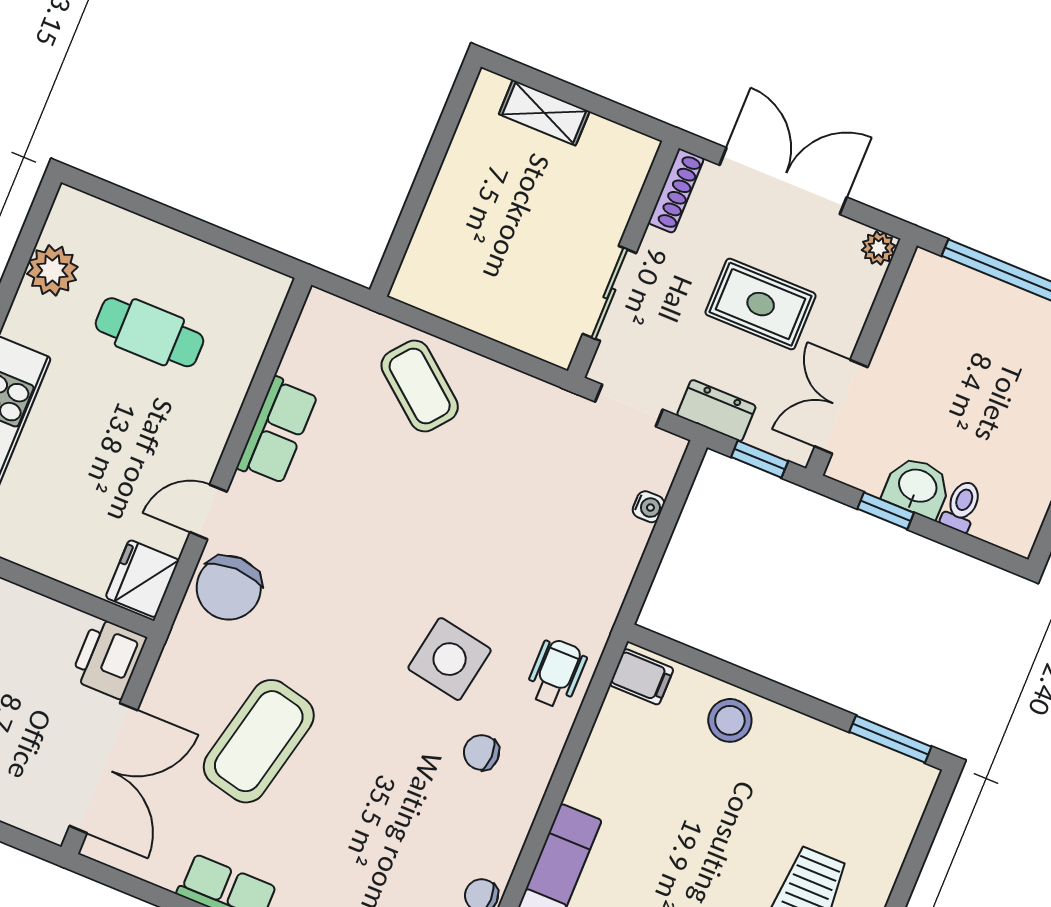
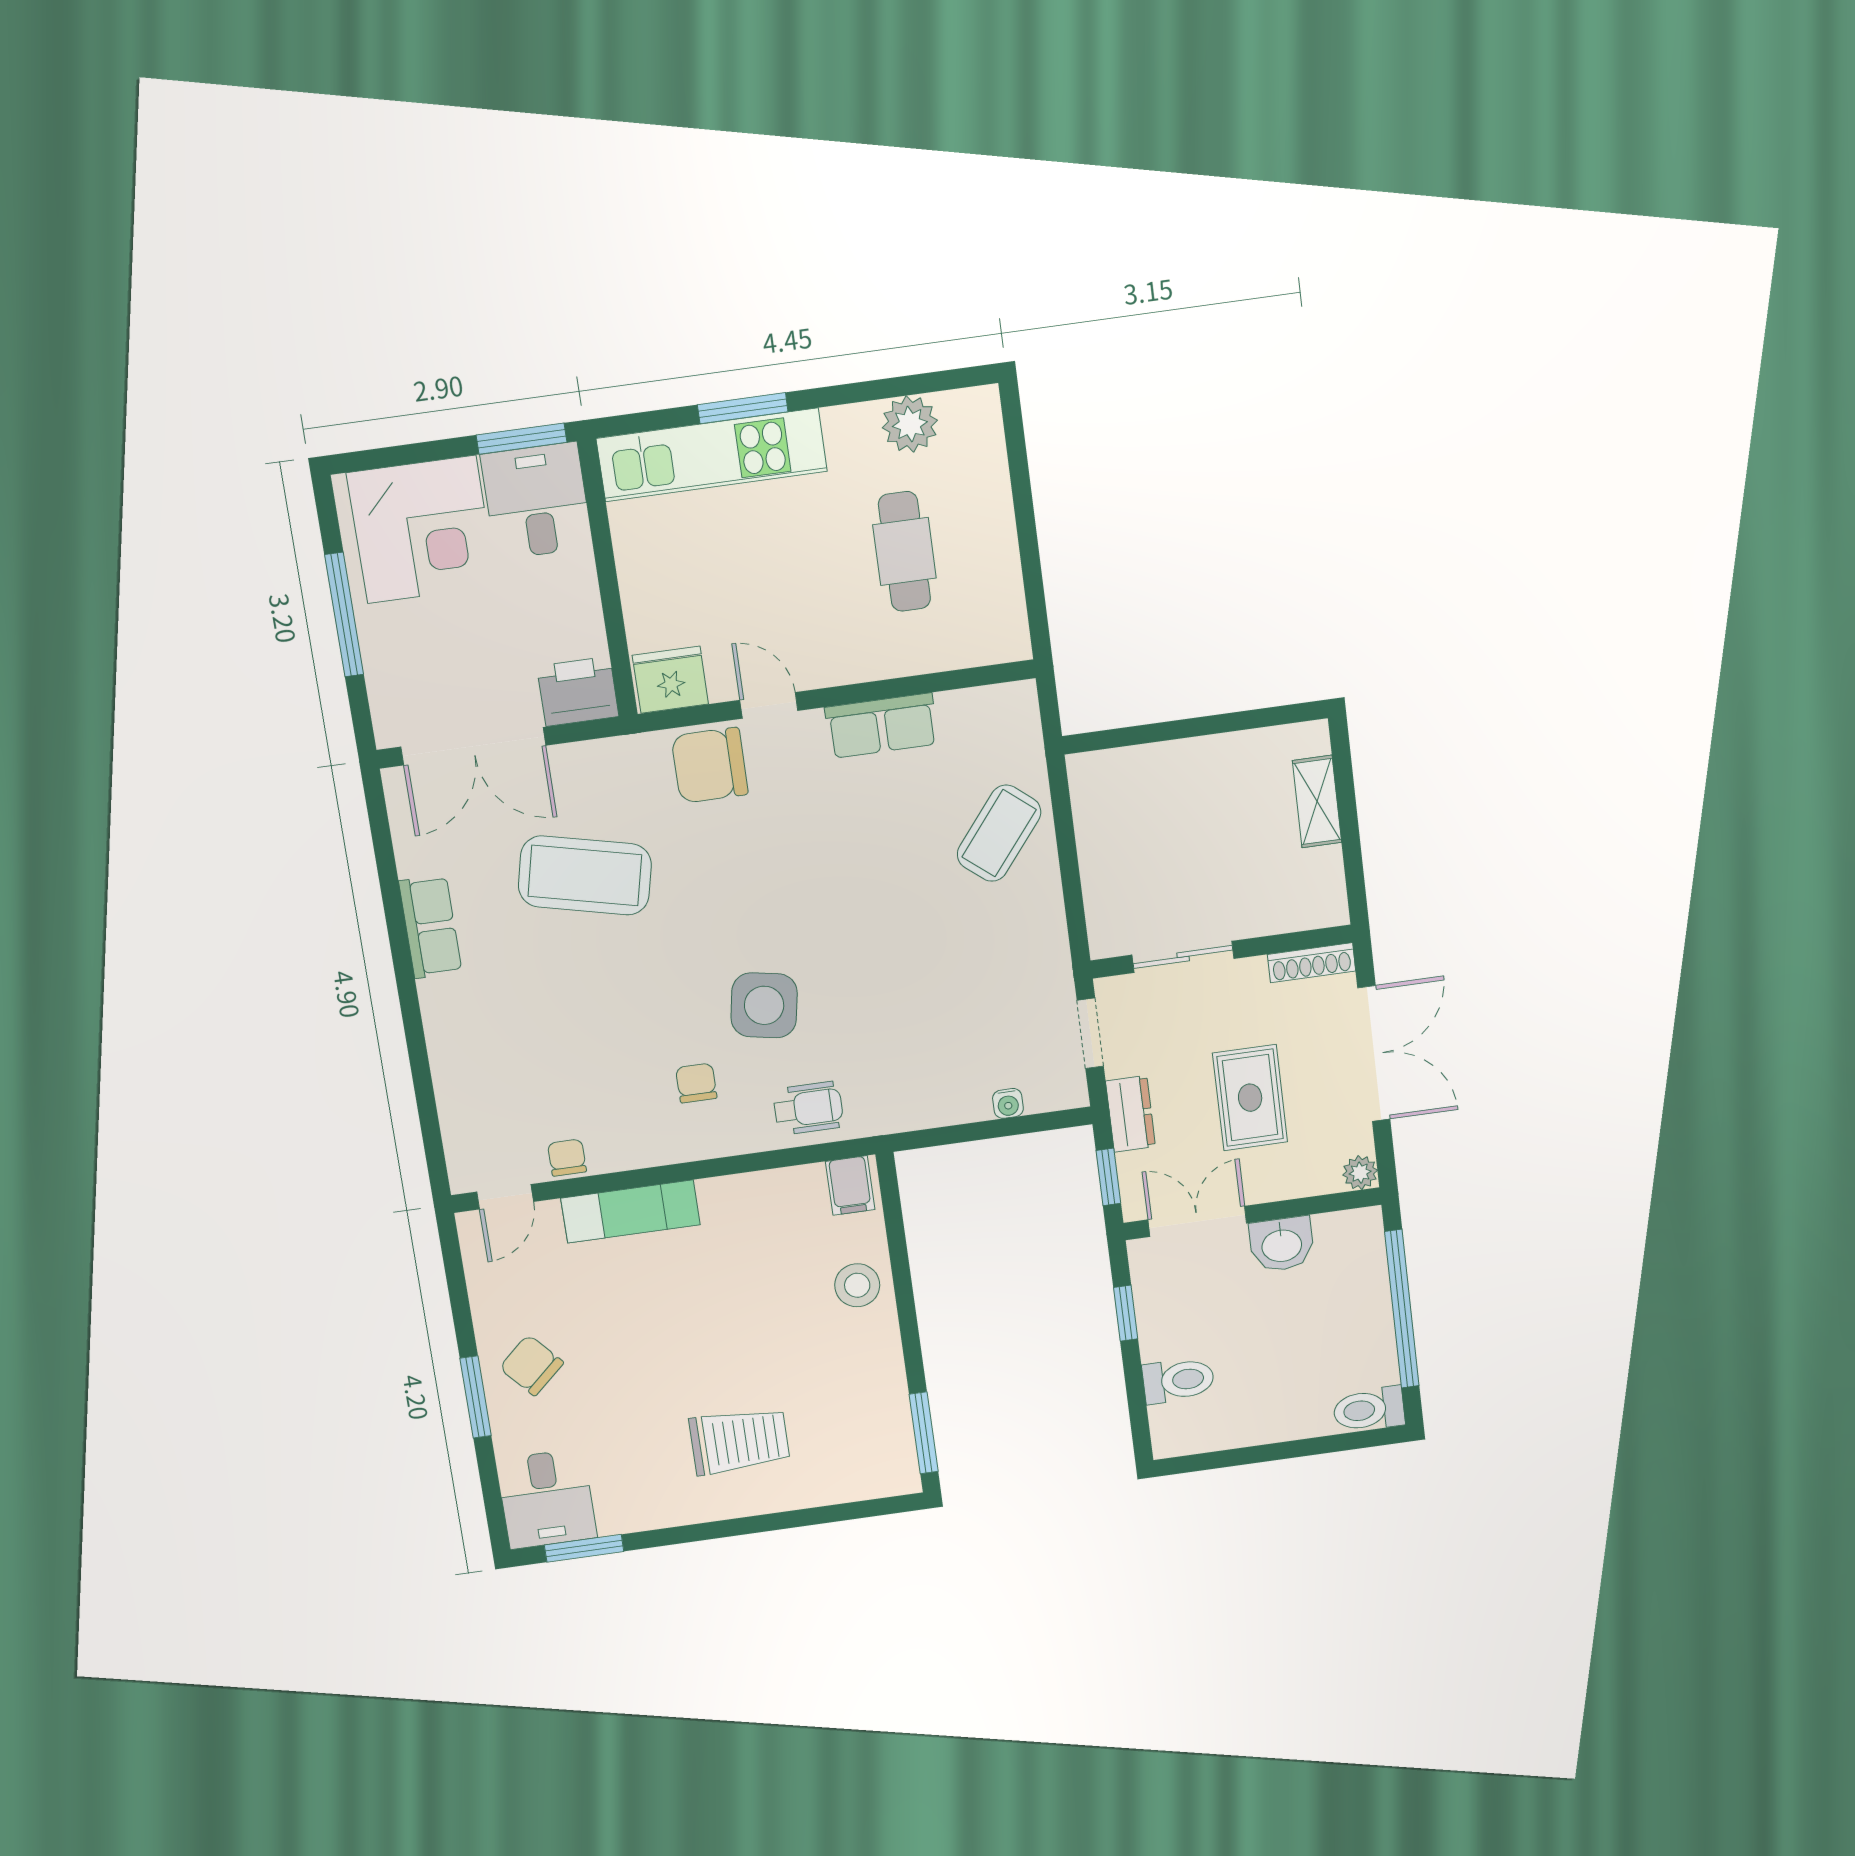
washbasin: (917, 487) -> (1282, 1244), moved, turned 90
toilet: (962, 506) -> (1178, 1380), width x1.37, depth x1.39

